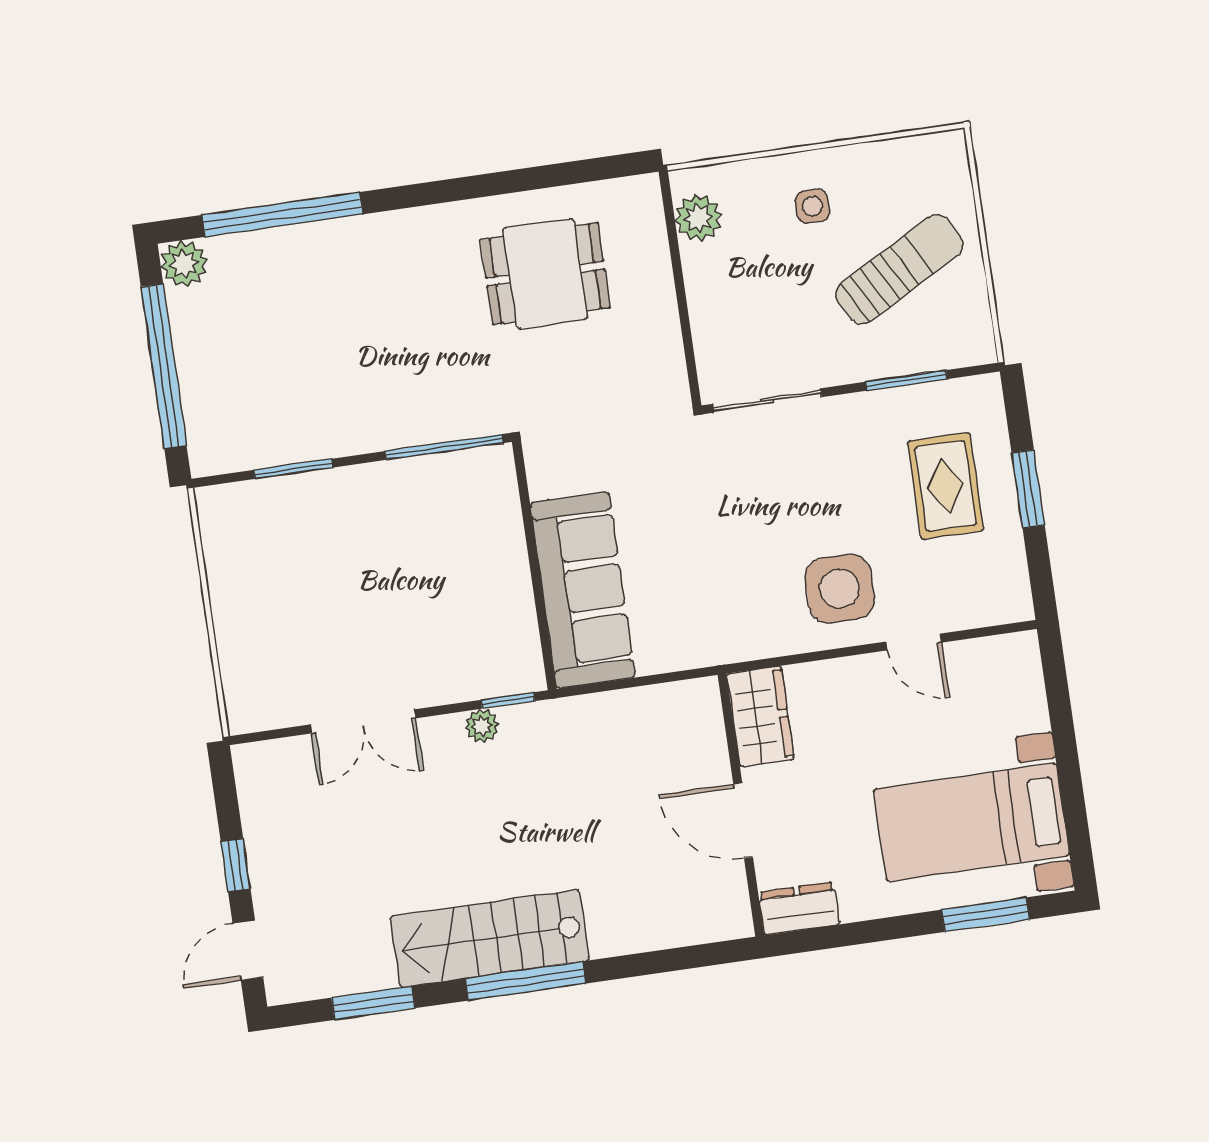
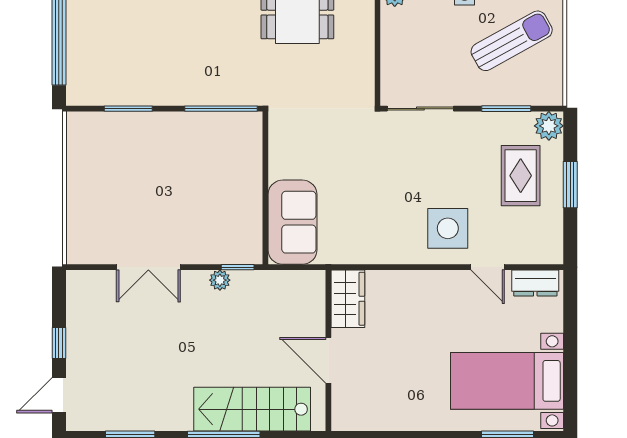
plant: (980, 399) -> (549, 126), added
sofa: (583, 590) -> (293, 222), width x0.73
wardrobe: (760, 716) -> (348, 299), moved
wall: (741, 805) -> (328, 350), moved
door: (743, 821) -> (328, 360), moved
dresser: (799, 908) -> (535, 283), moved, turned 180
stairs: (490, 938) -> (252, 409), moved

